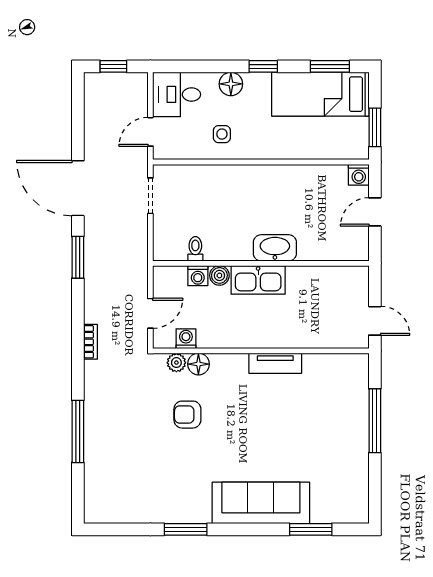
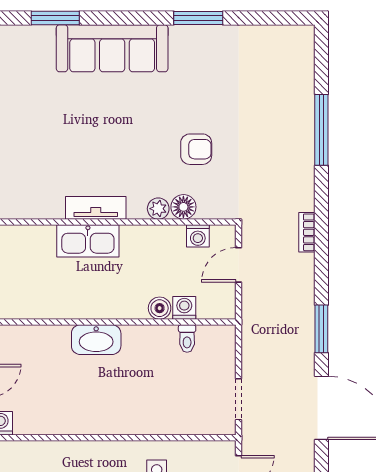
kitchen sink: (258, 280) -> (88, 241), moved, turned 180
plant: (176, 363) -> (158, 209), moved

